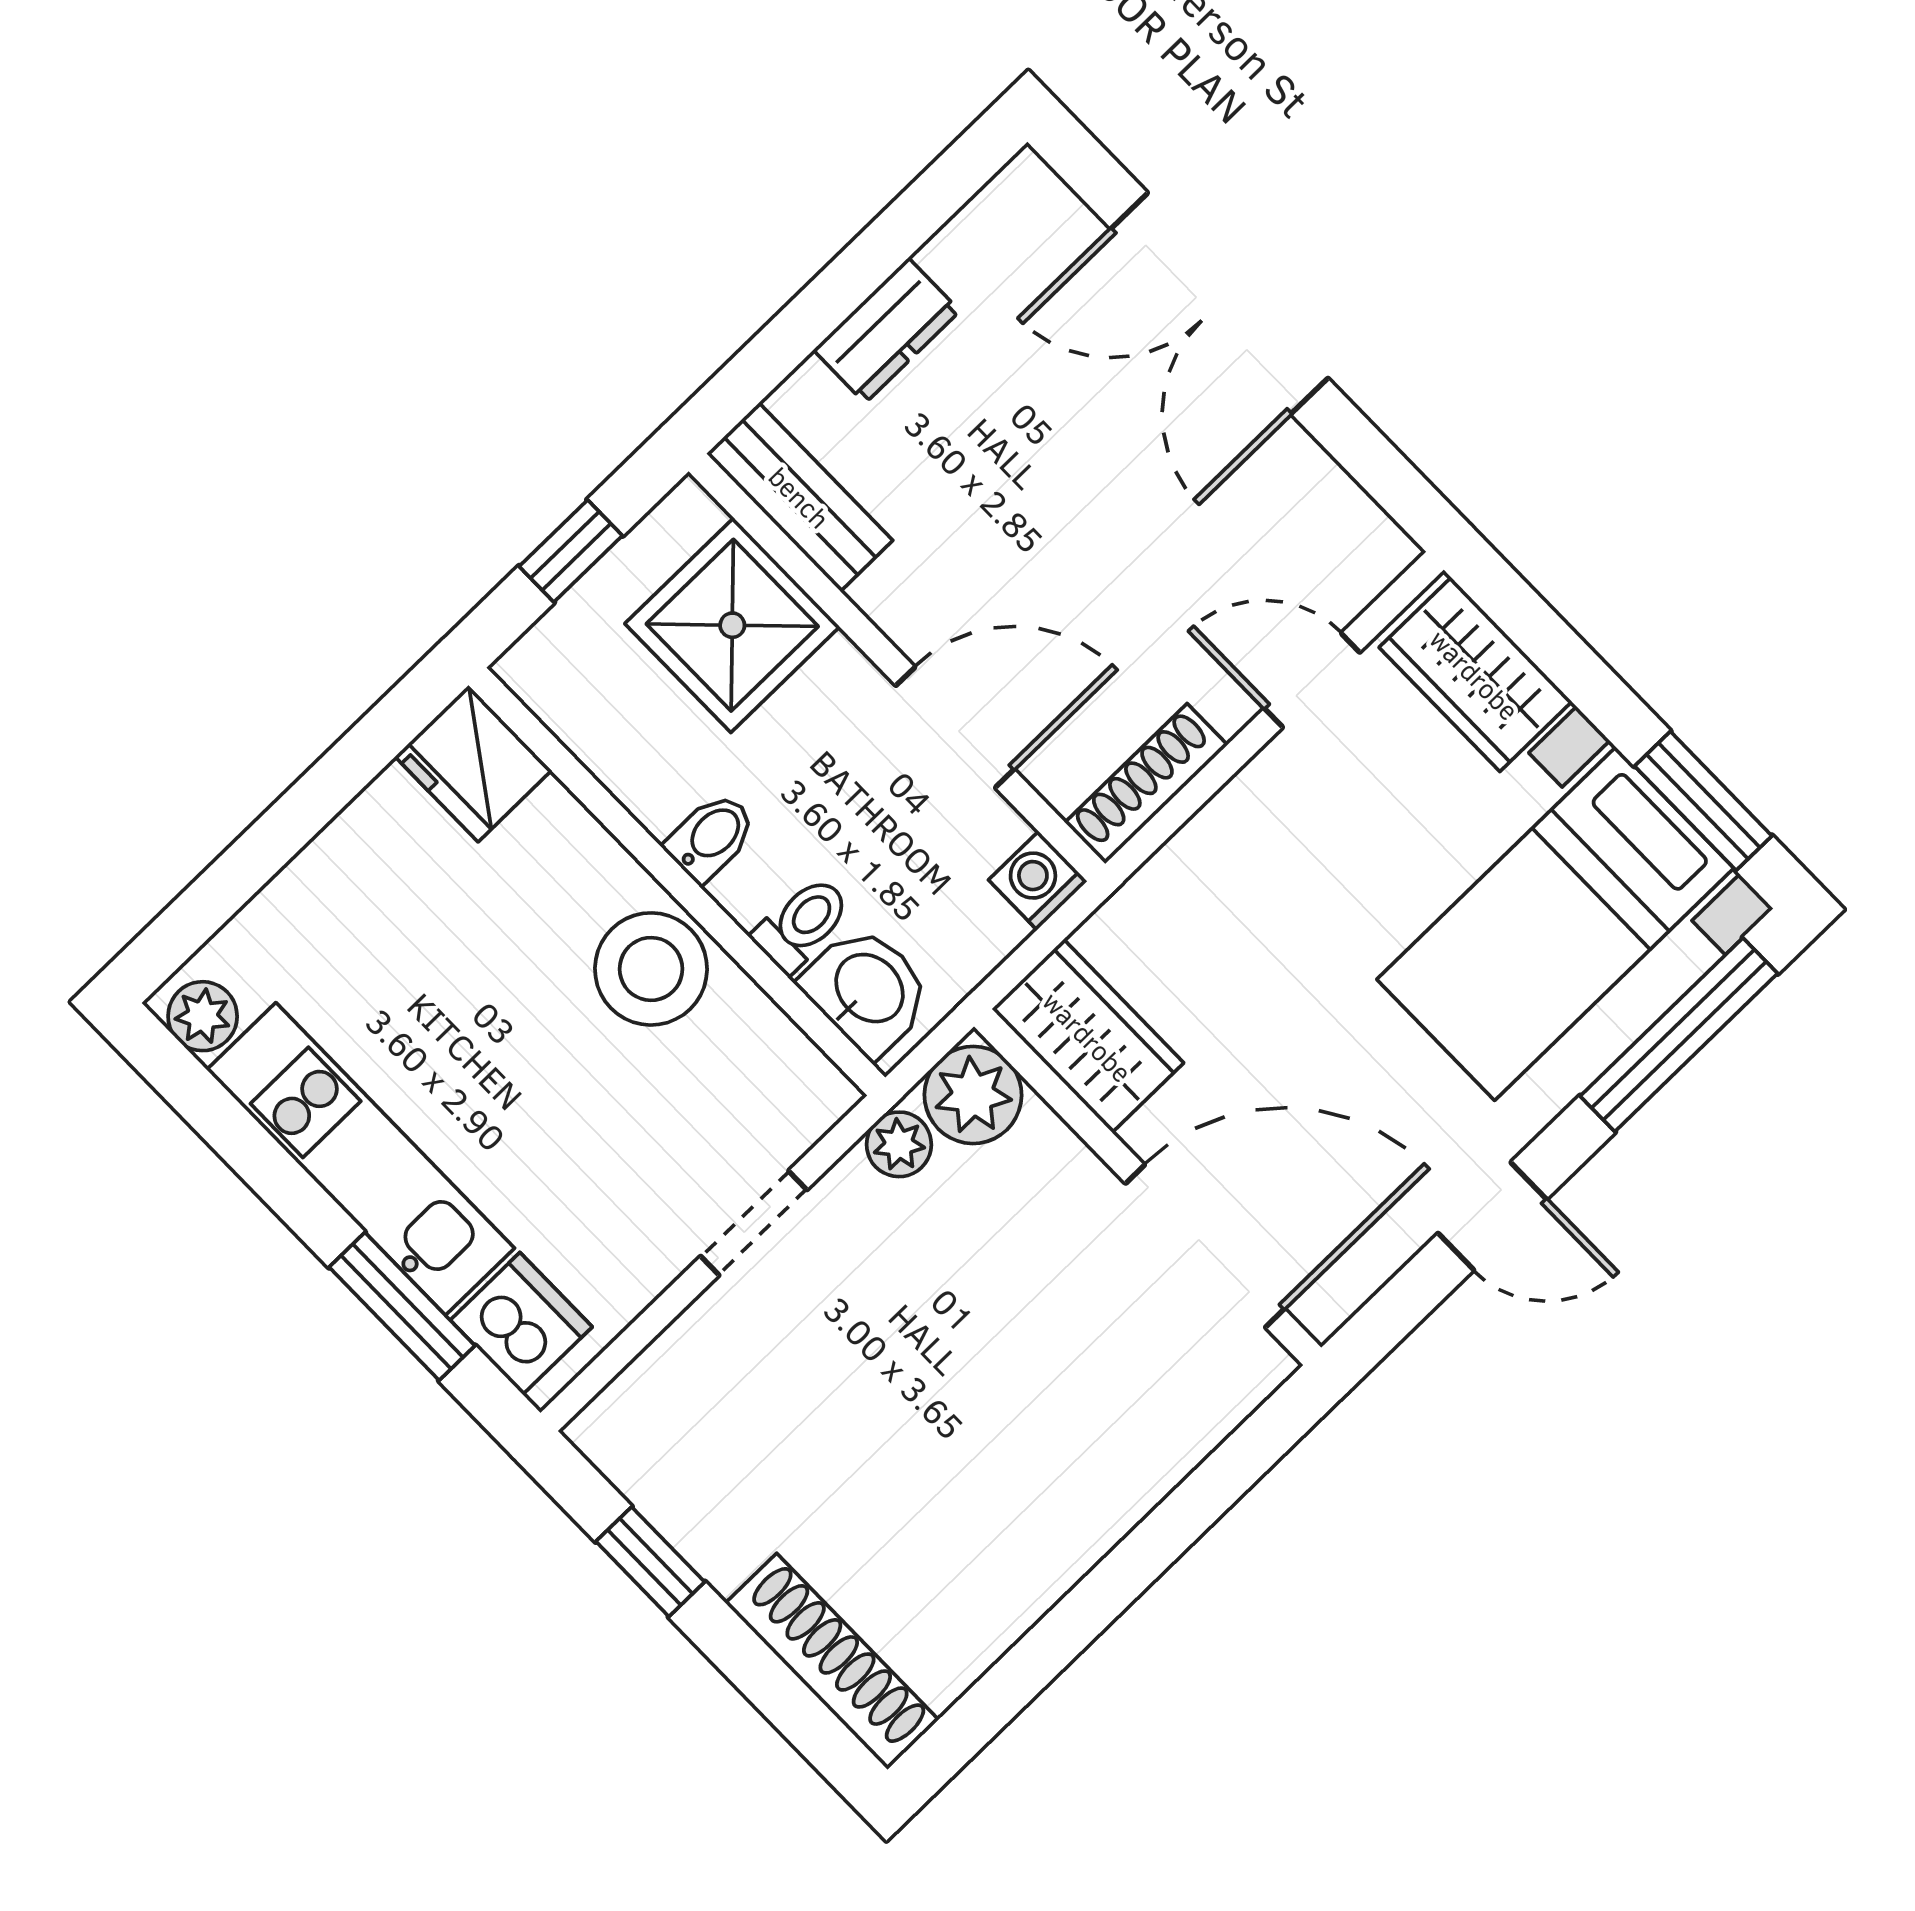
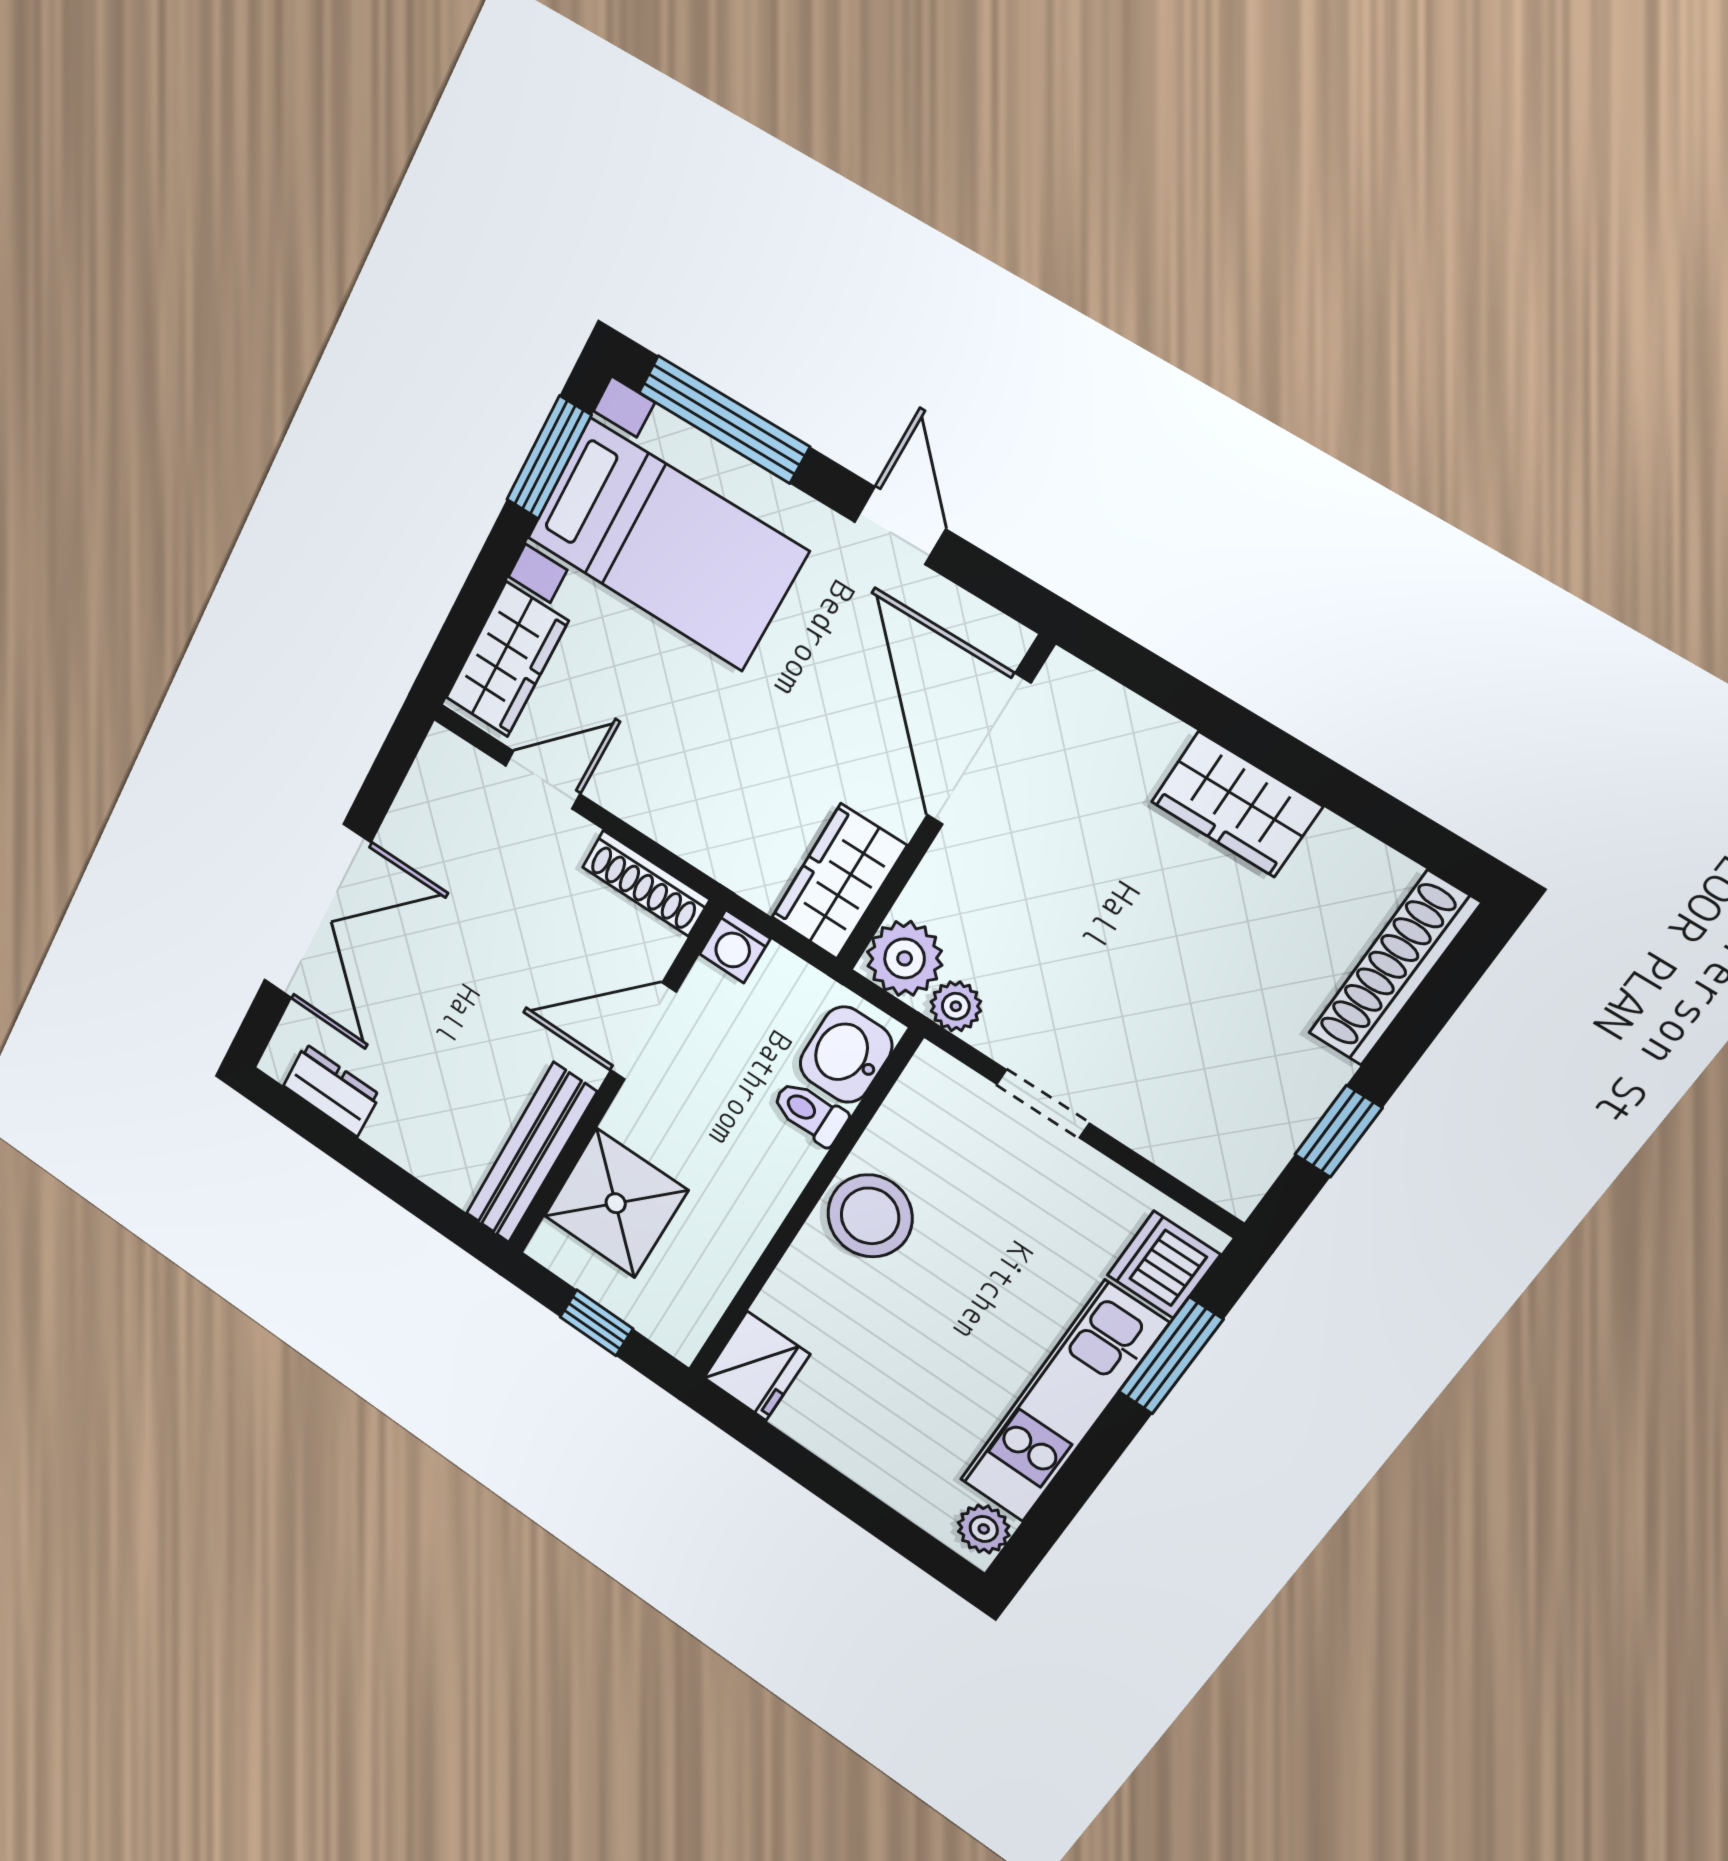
dresser: (887, 330) -> (331, 1090), moved
bench: (800, 497) -> (531, 1153), width x1.36
door: (1312, 680) -> (543, 780), swing flipped
door: (955, 727) -> (643, 1031), hinge flipped
bidet: (711, 837) -> (765, 1190), removed
wardrobe: (1065, 1528) -> (1236, 804), added

